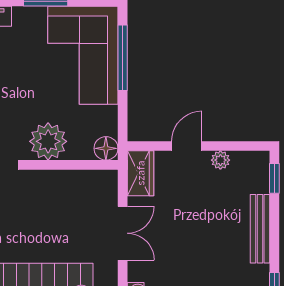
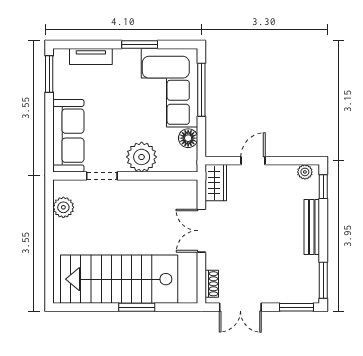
floor lamp: (106, 148) -> (188, 138), moved
plant: (220, 160) -> (305, 172), moved
double door: (123, 233) -> (201, 231), swing flipped

